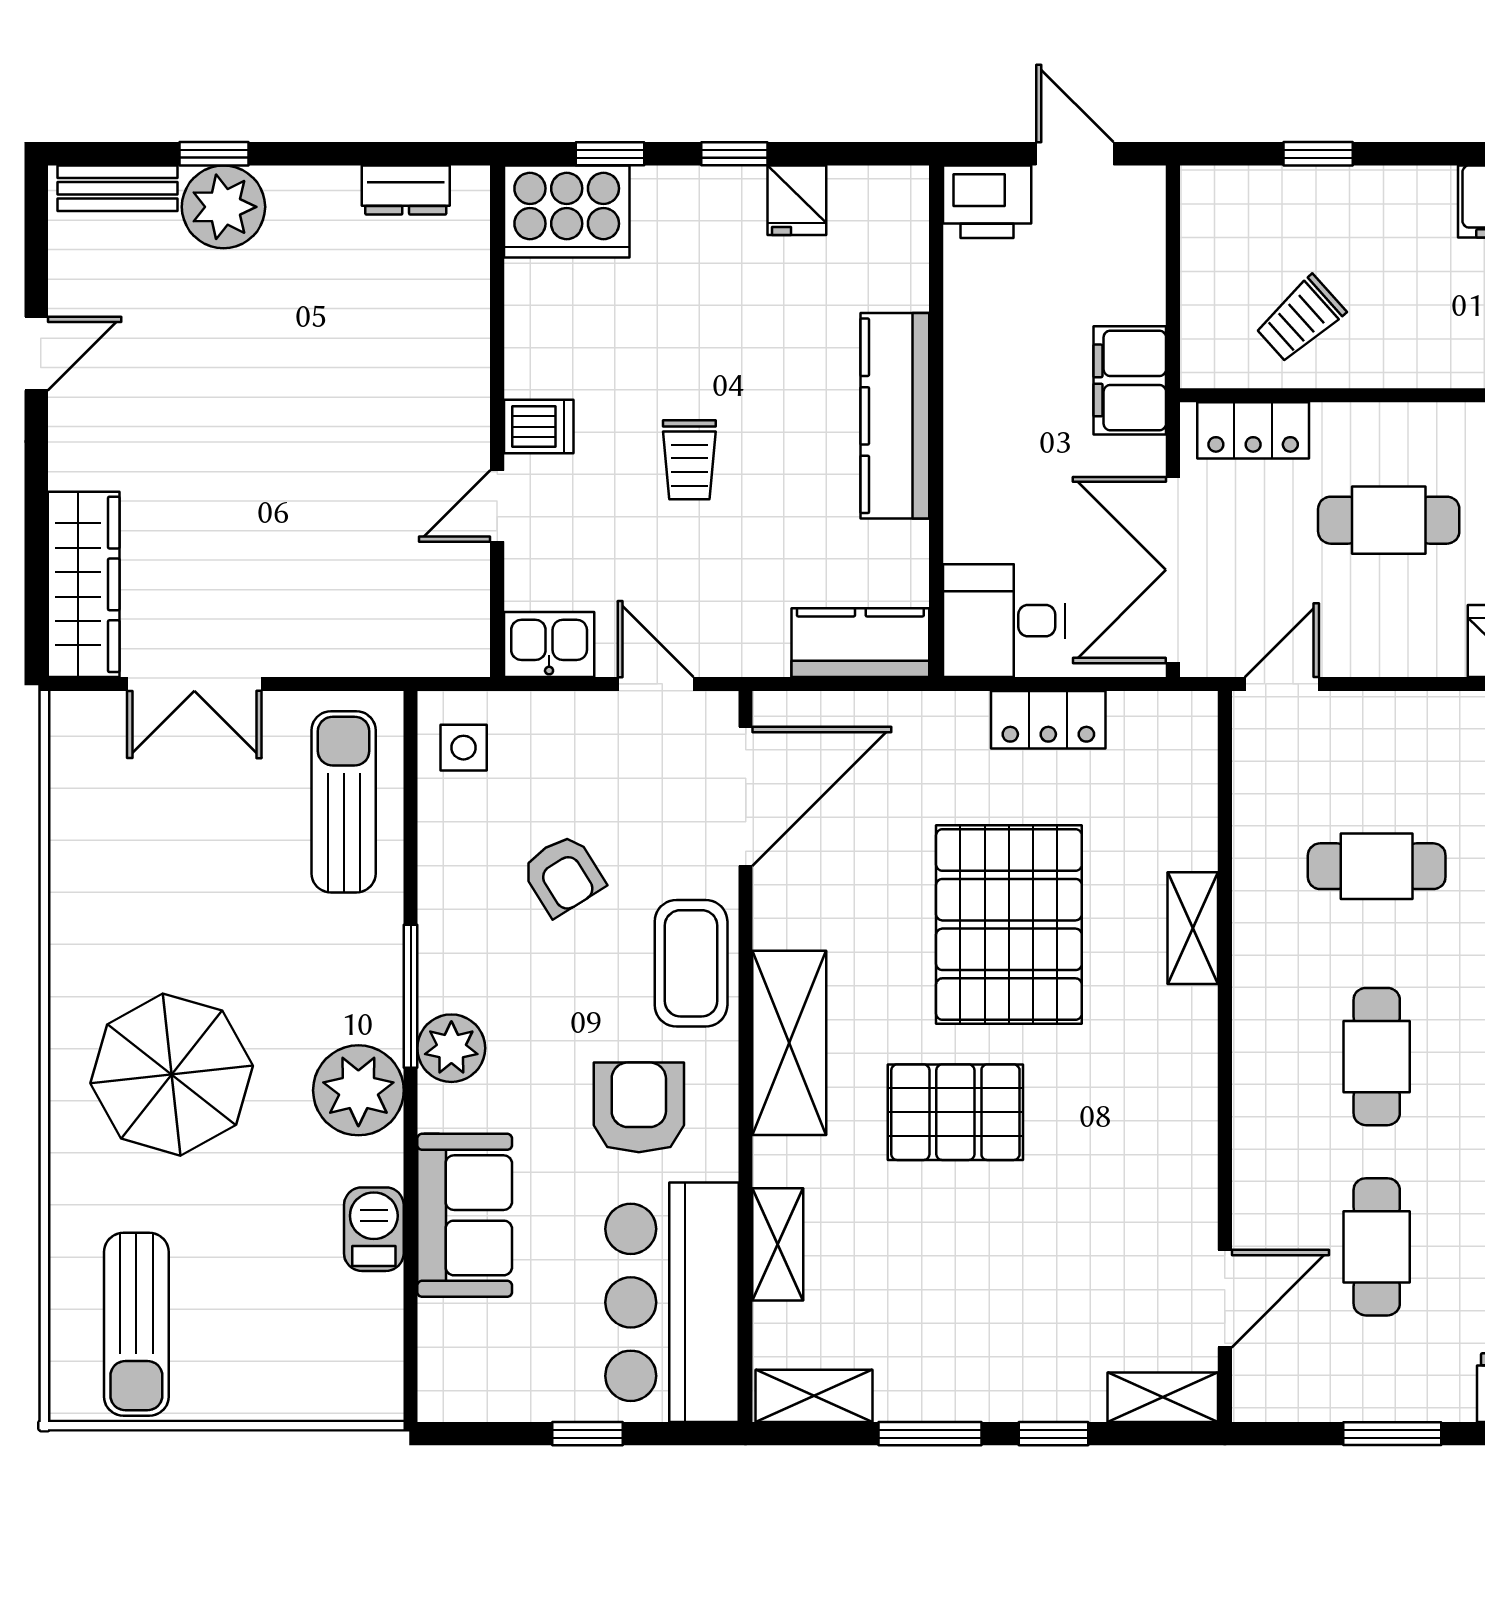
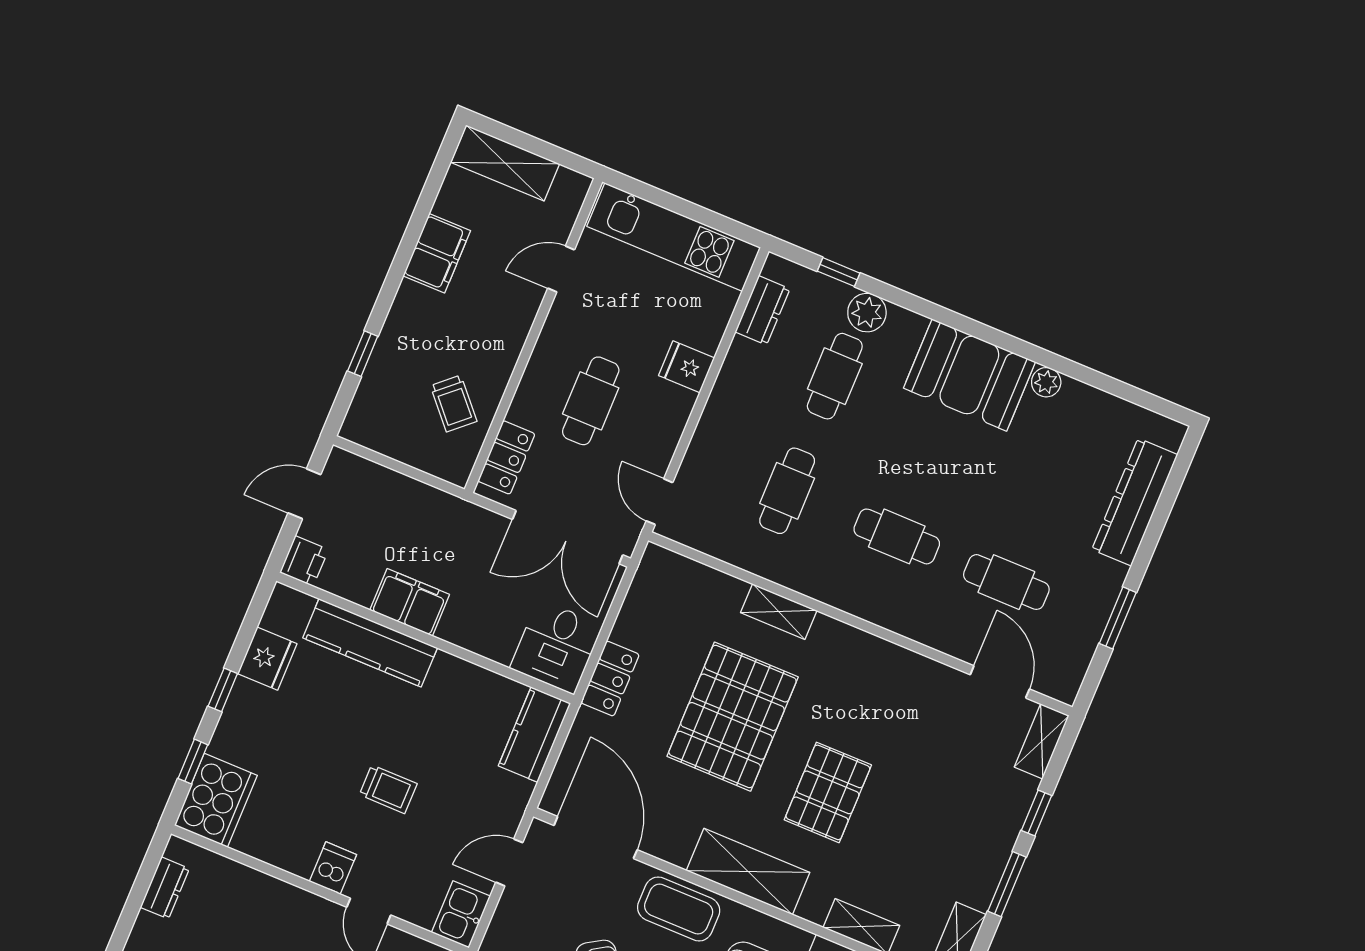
fridge: (797, 200) -> (267, 659), width x1.38
printer: (987, 202) -> (304, 561), width x0.73, depth x0.81
filing cabinet: (1130, 380) -> (410, 602), moved, turned 180
kitchen counter: (895, 416) -> (370, 643), moved
locker: (1048, 720) -> (610, 679), moved
pallet: (1009, 925) -> (733, 717), turned 90

